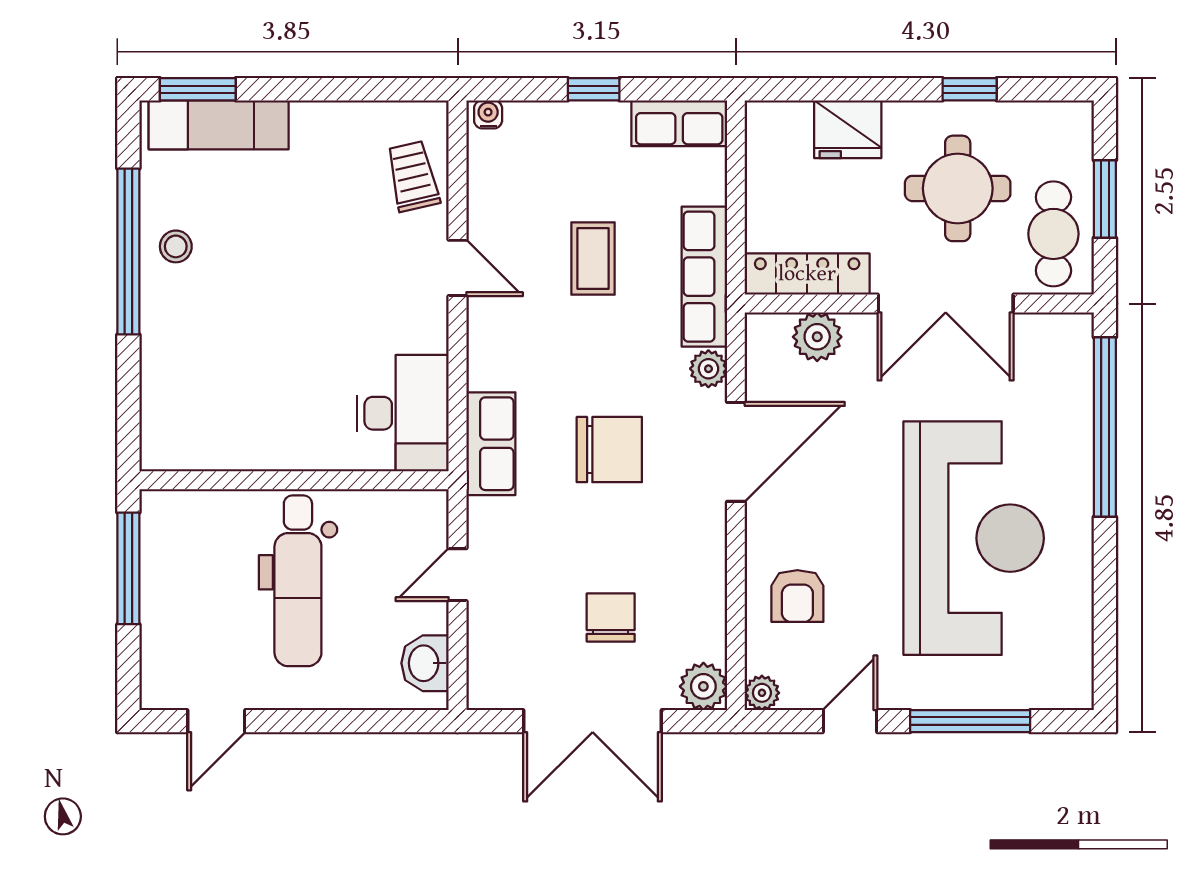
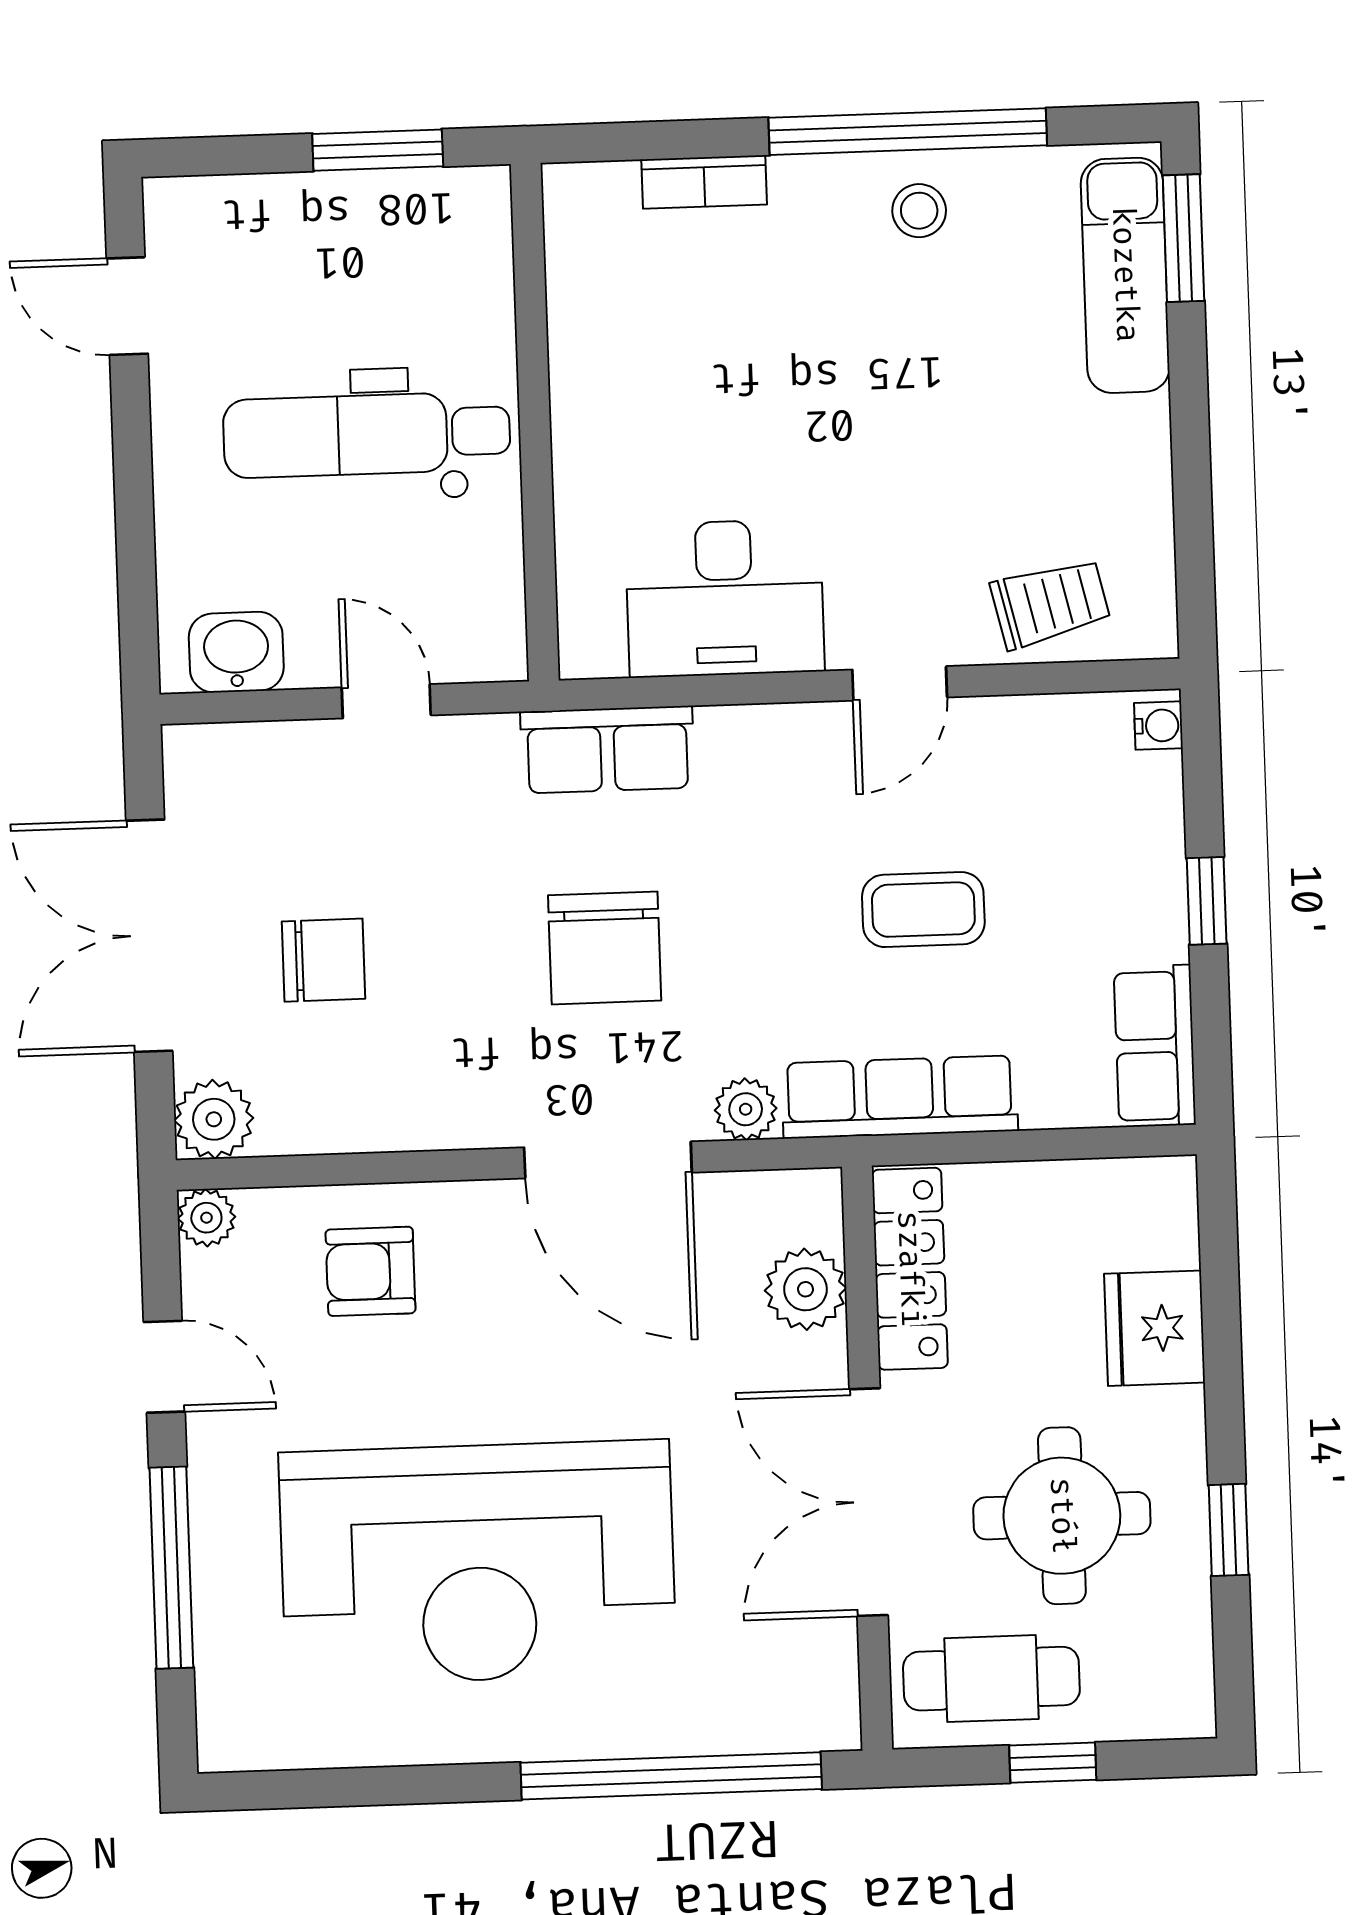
window: (1105, 199) -> (1053, 1763), width x0.67
bookcase: (154, 374) -> (704, 182), added
desk: (403, 413) -> (725, 598), moved
window: (128, 568) -> (378, 150), width x0.69

